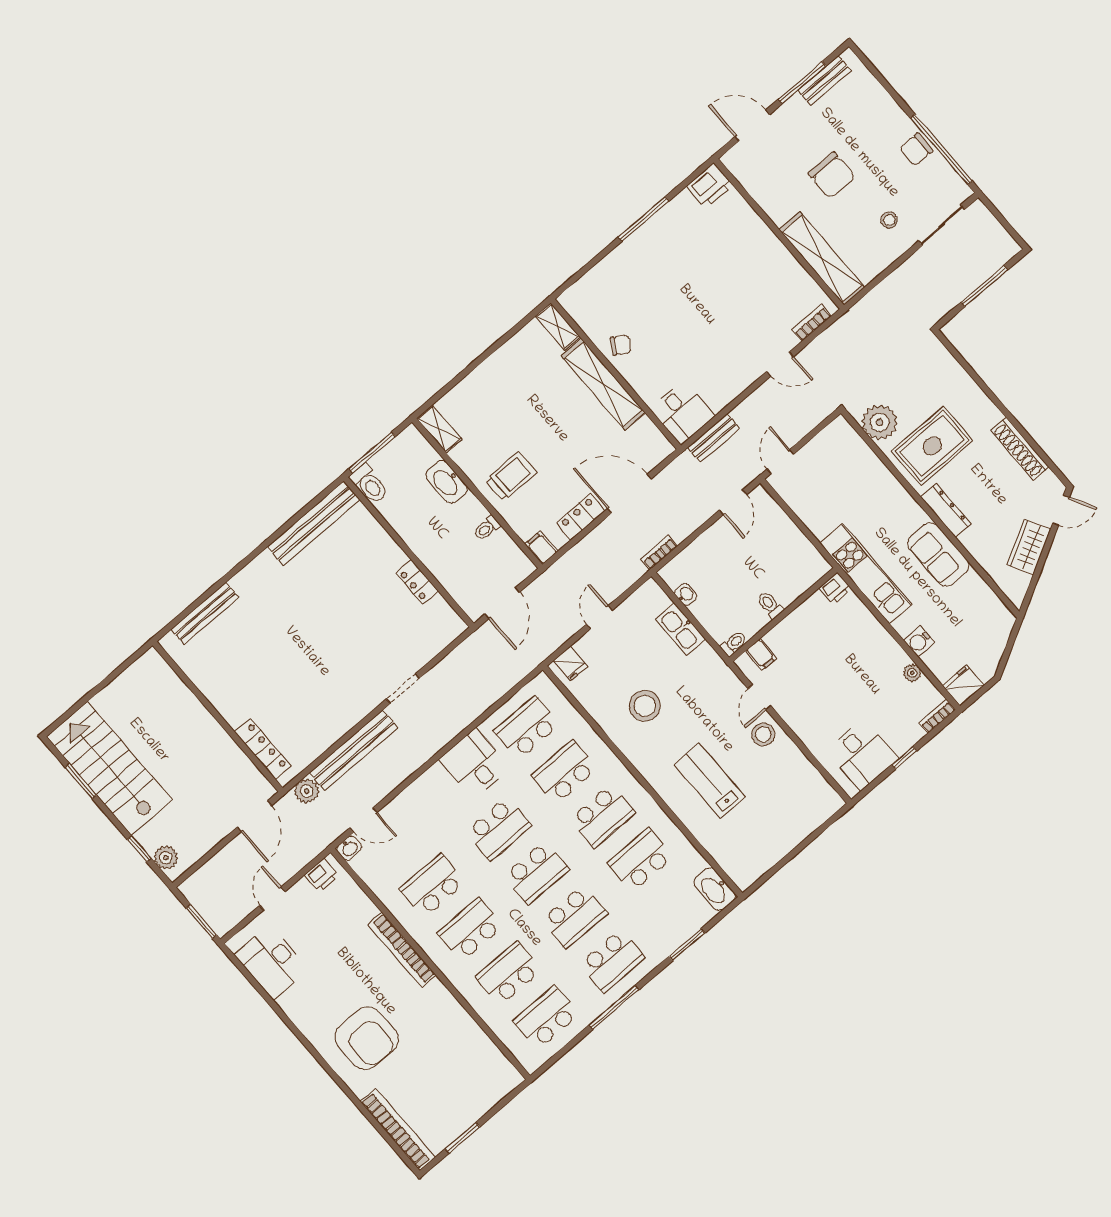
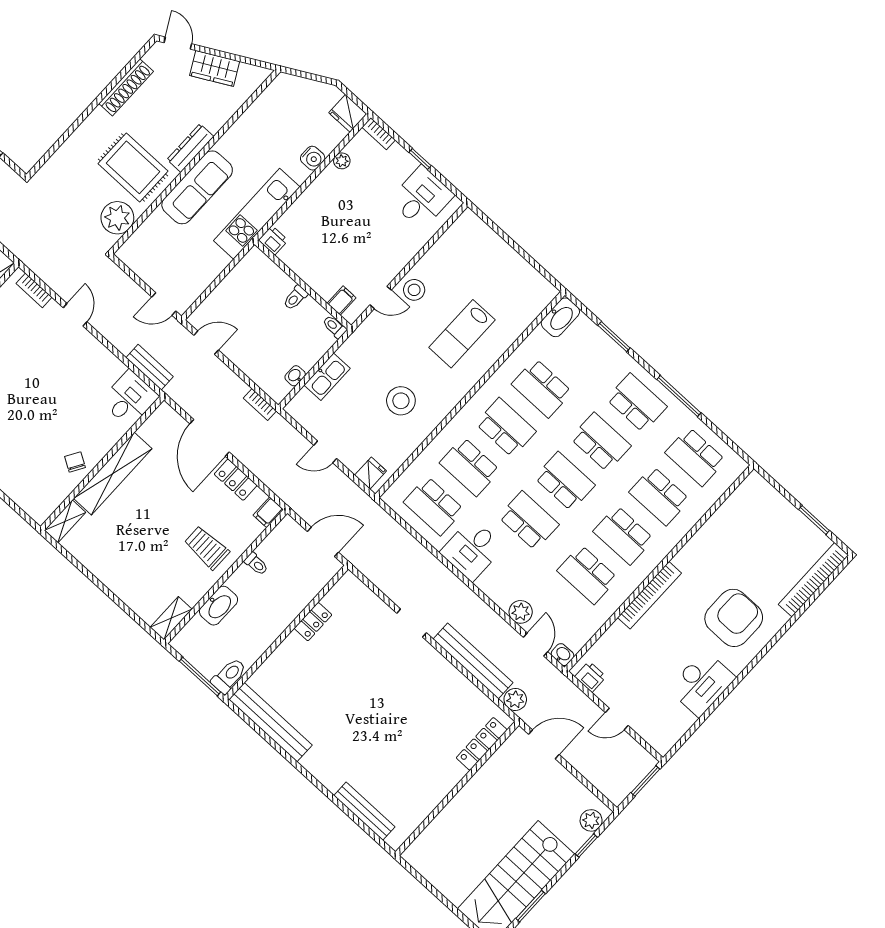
sofa: (938, 554) -> (197, 187), moved, width x1.36
plant: (401, 808) -> (521, 612), added
desk: (272, 962) -> (702, 683), moved

